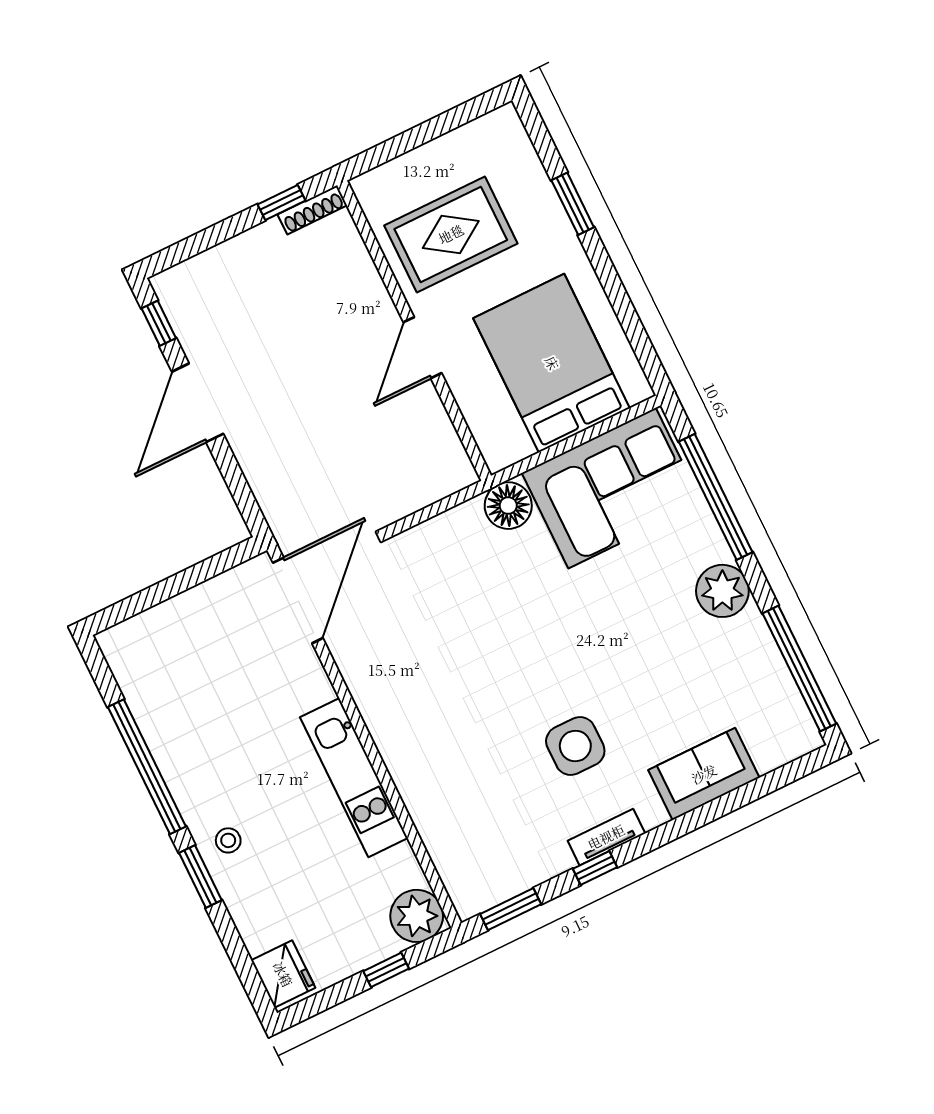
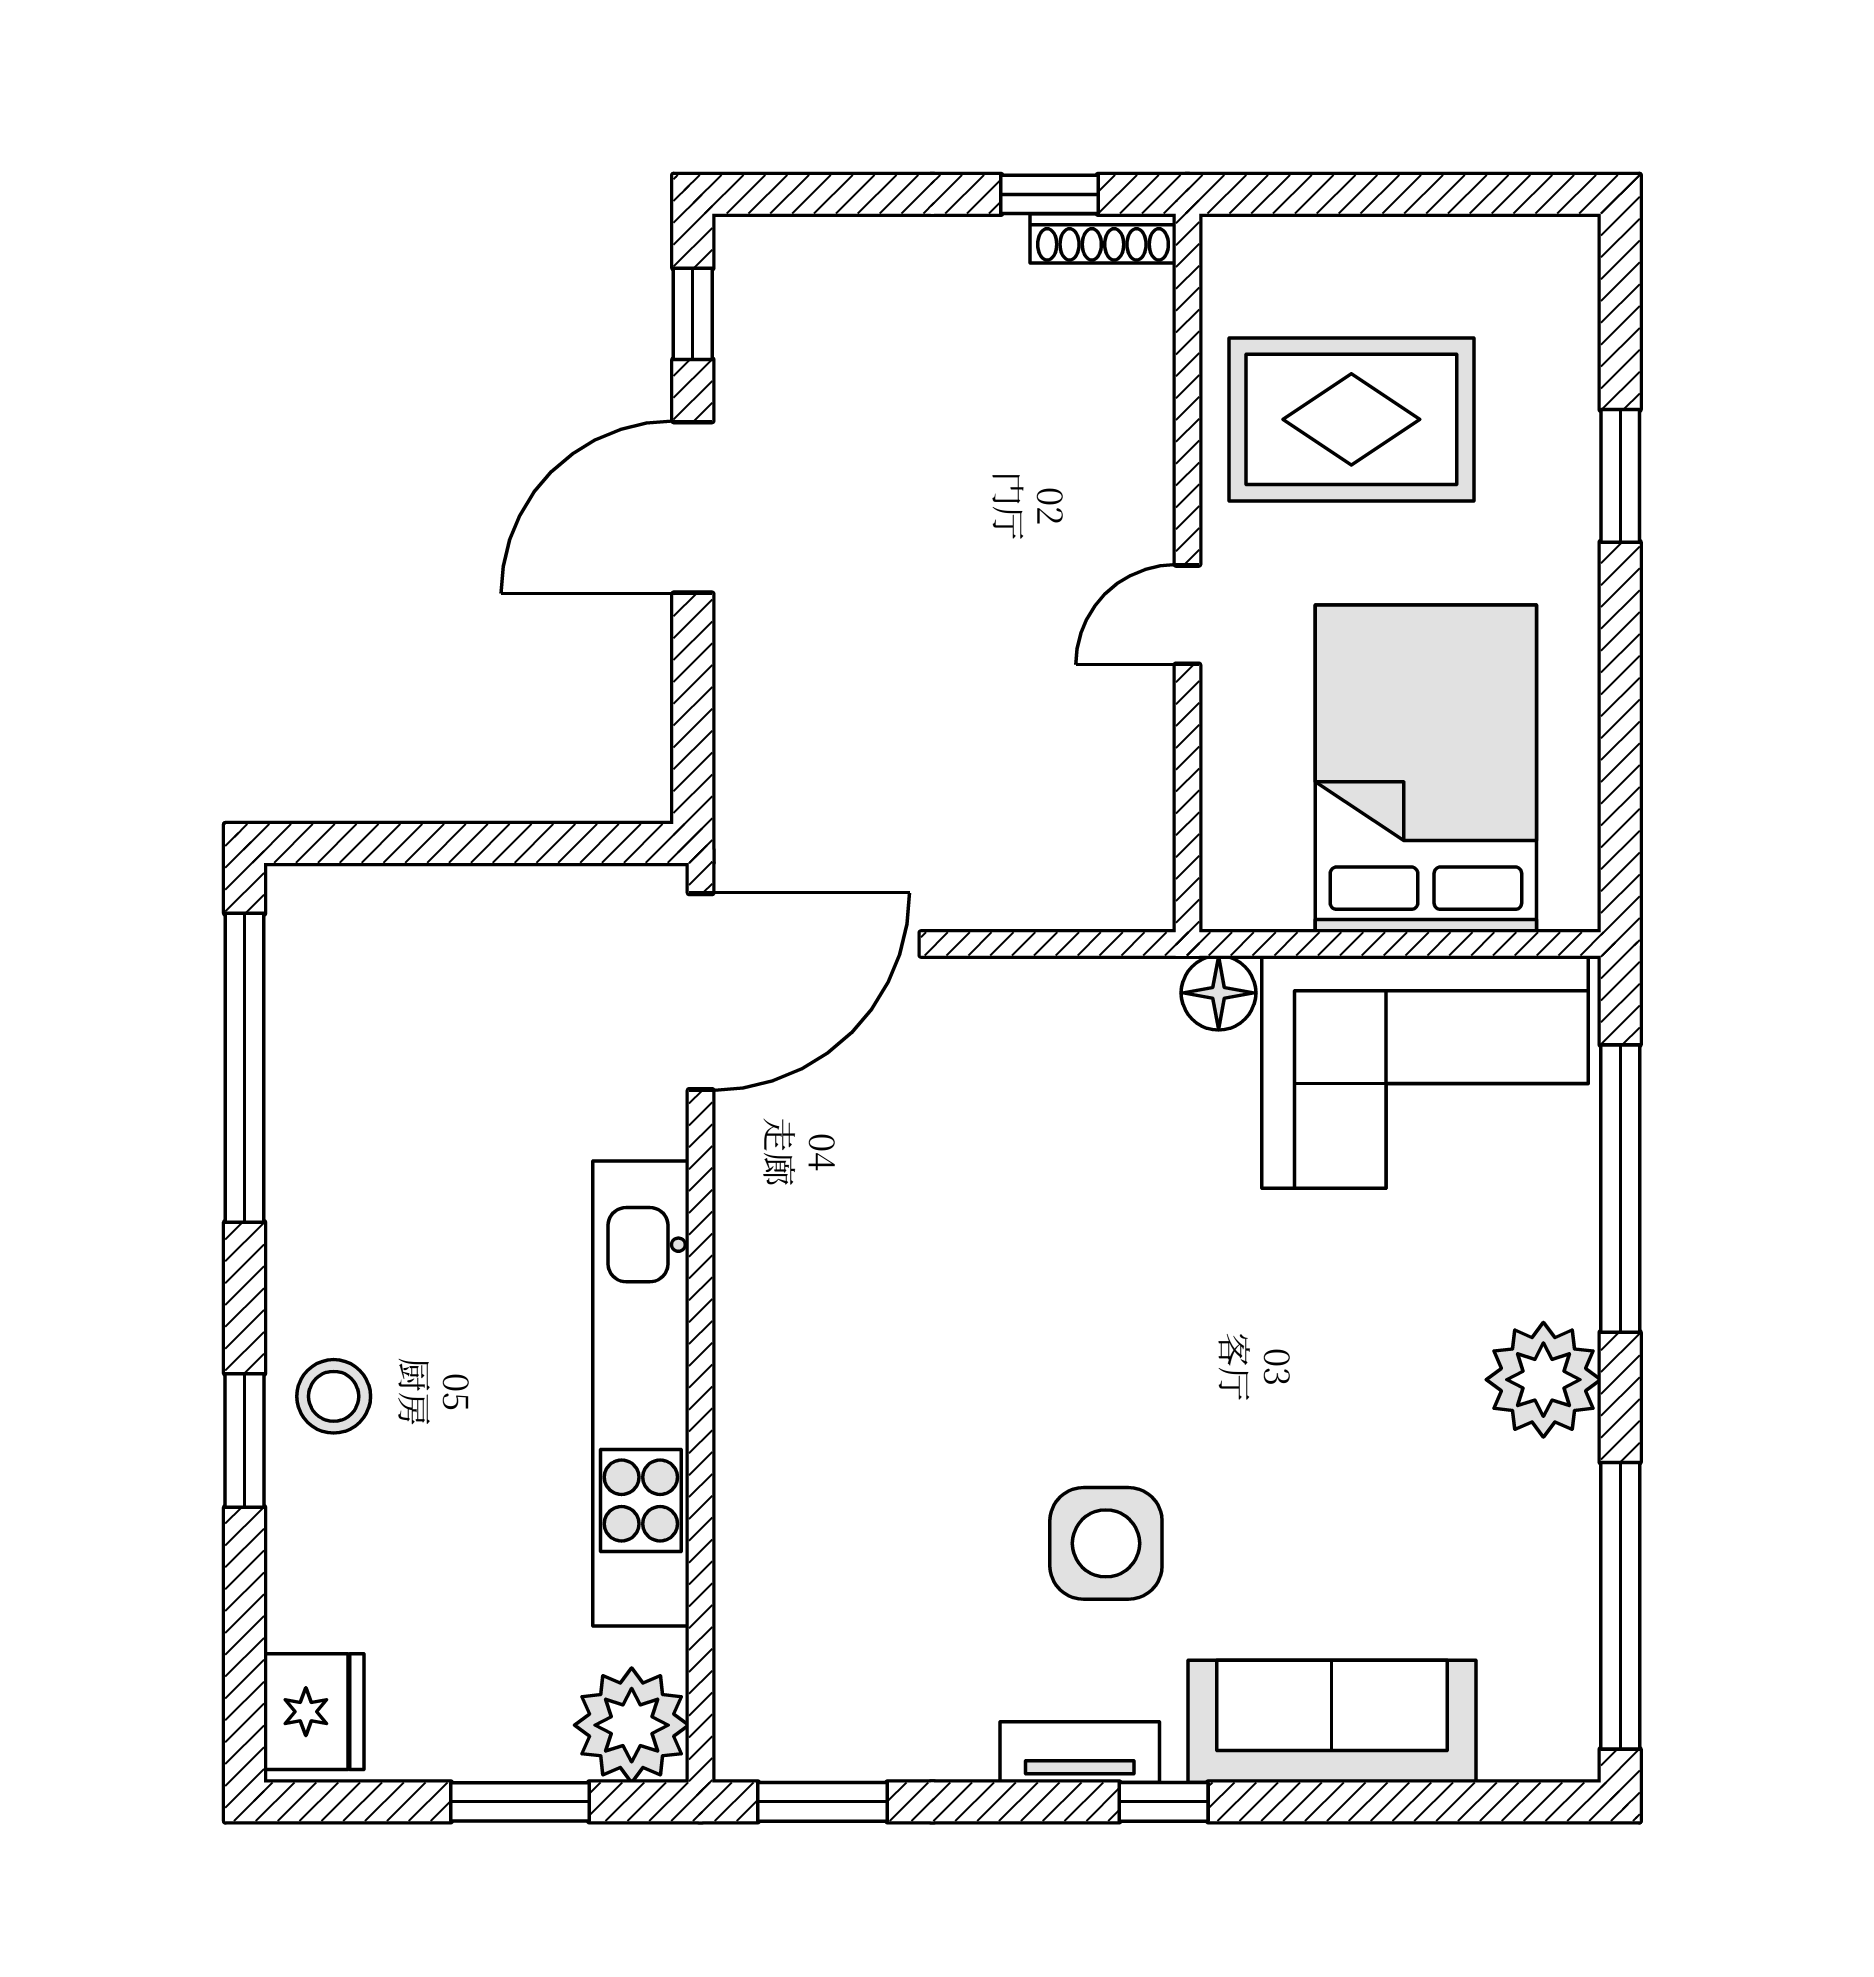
door: (423, 348) -> (1187, 615), width x0.73
floor lamp: (508, 506) -> (1219, 993), width x0.73, depth x0.73
window: (147, 767) -> (245, 1068), moved
sofa: (704, 774) -> (1332, 1721), width x1.36
kitchen unit: (354, 778) -> (641, 1394), width x1.36
stool: (228, 840) -> (334, 1396), width x1.37, depth x1.37
window: (595, 868) -> (1164, 1802), moved
window: (386, 970) -> (520, 1802), width x1.50

